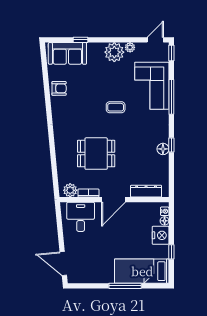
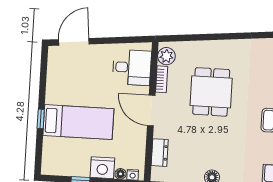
dresser: (146, 191) -> (160, 153), width x0.70
bed: (142, 271) -> (78, 122), moved, turned 90
window: (125, 286) -> (41, 119), width x0.46

